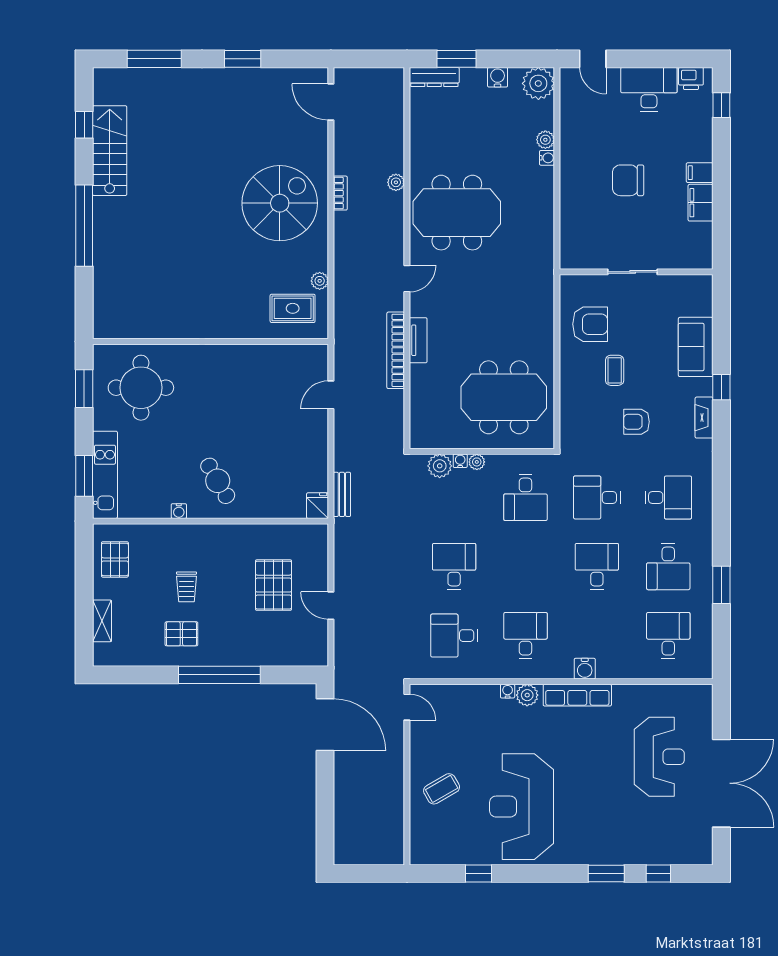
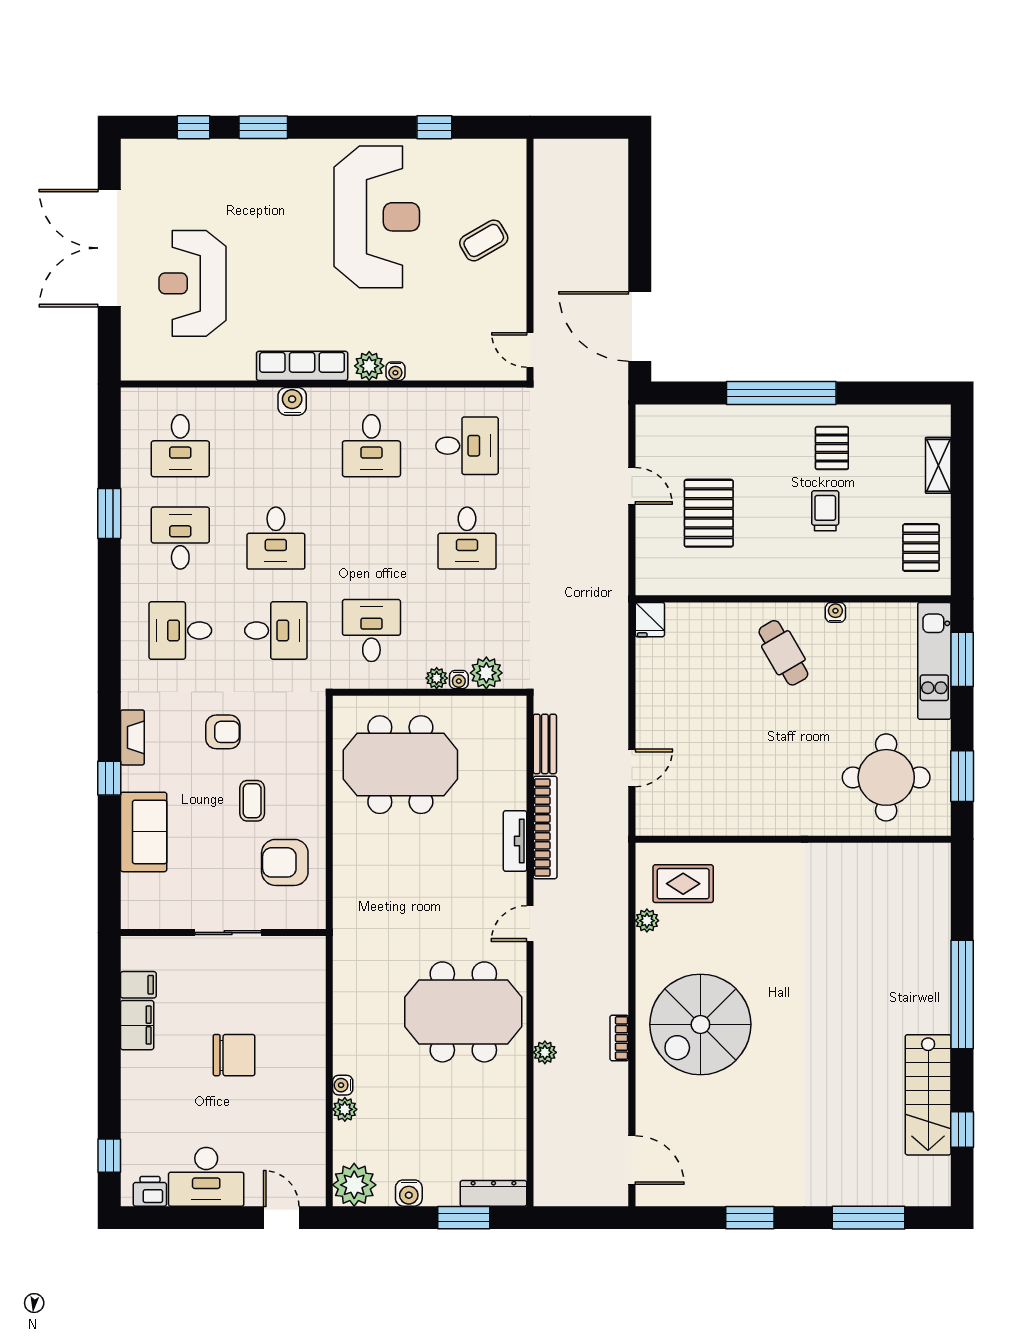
filing cabinet: (700, 173) -> (138, 985), moved
bench: (342, 494) -> (545, 744), moved
pallet: (181, 634) -> (832, 448), turned 90

